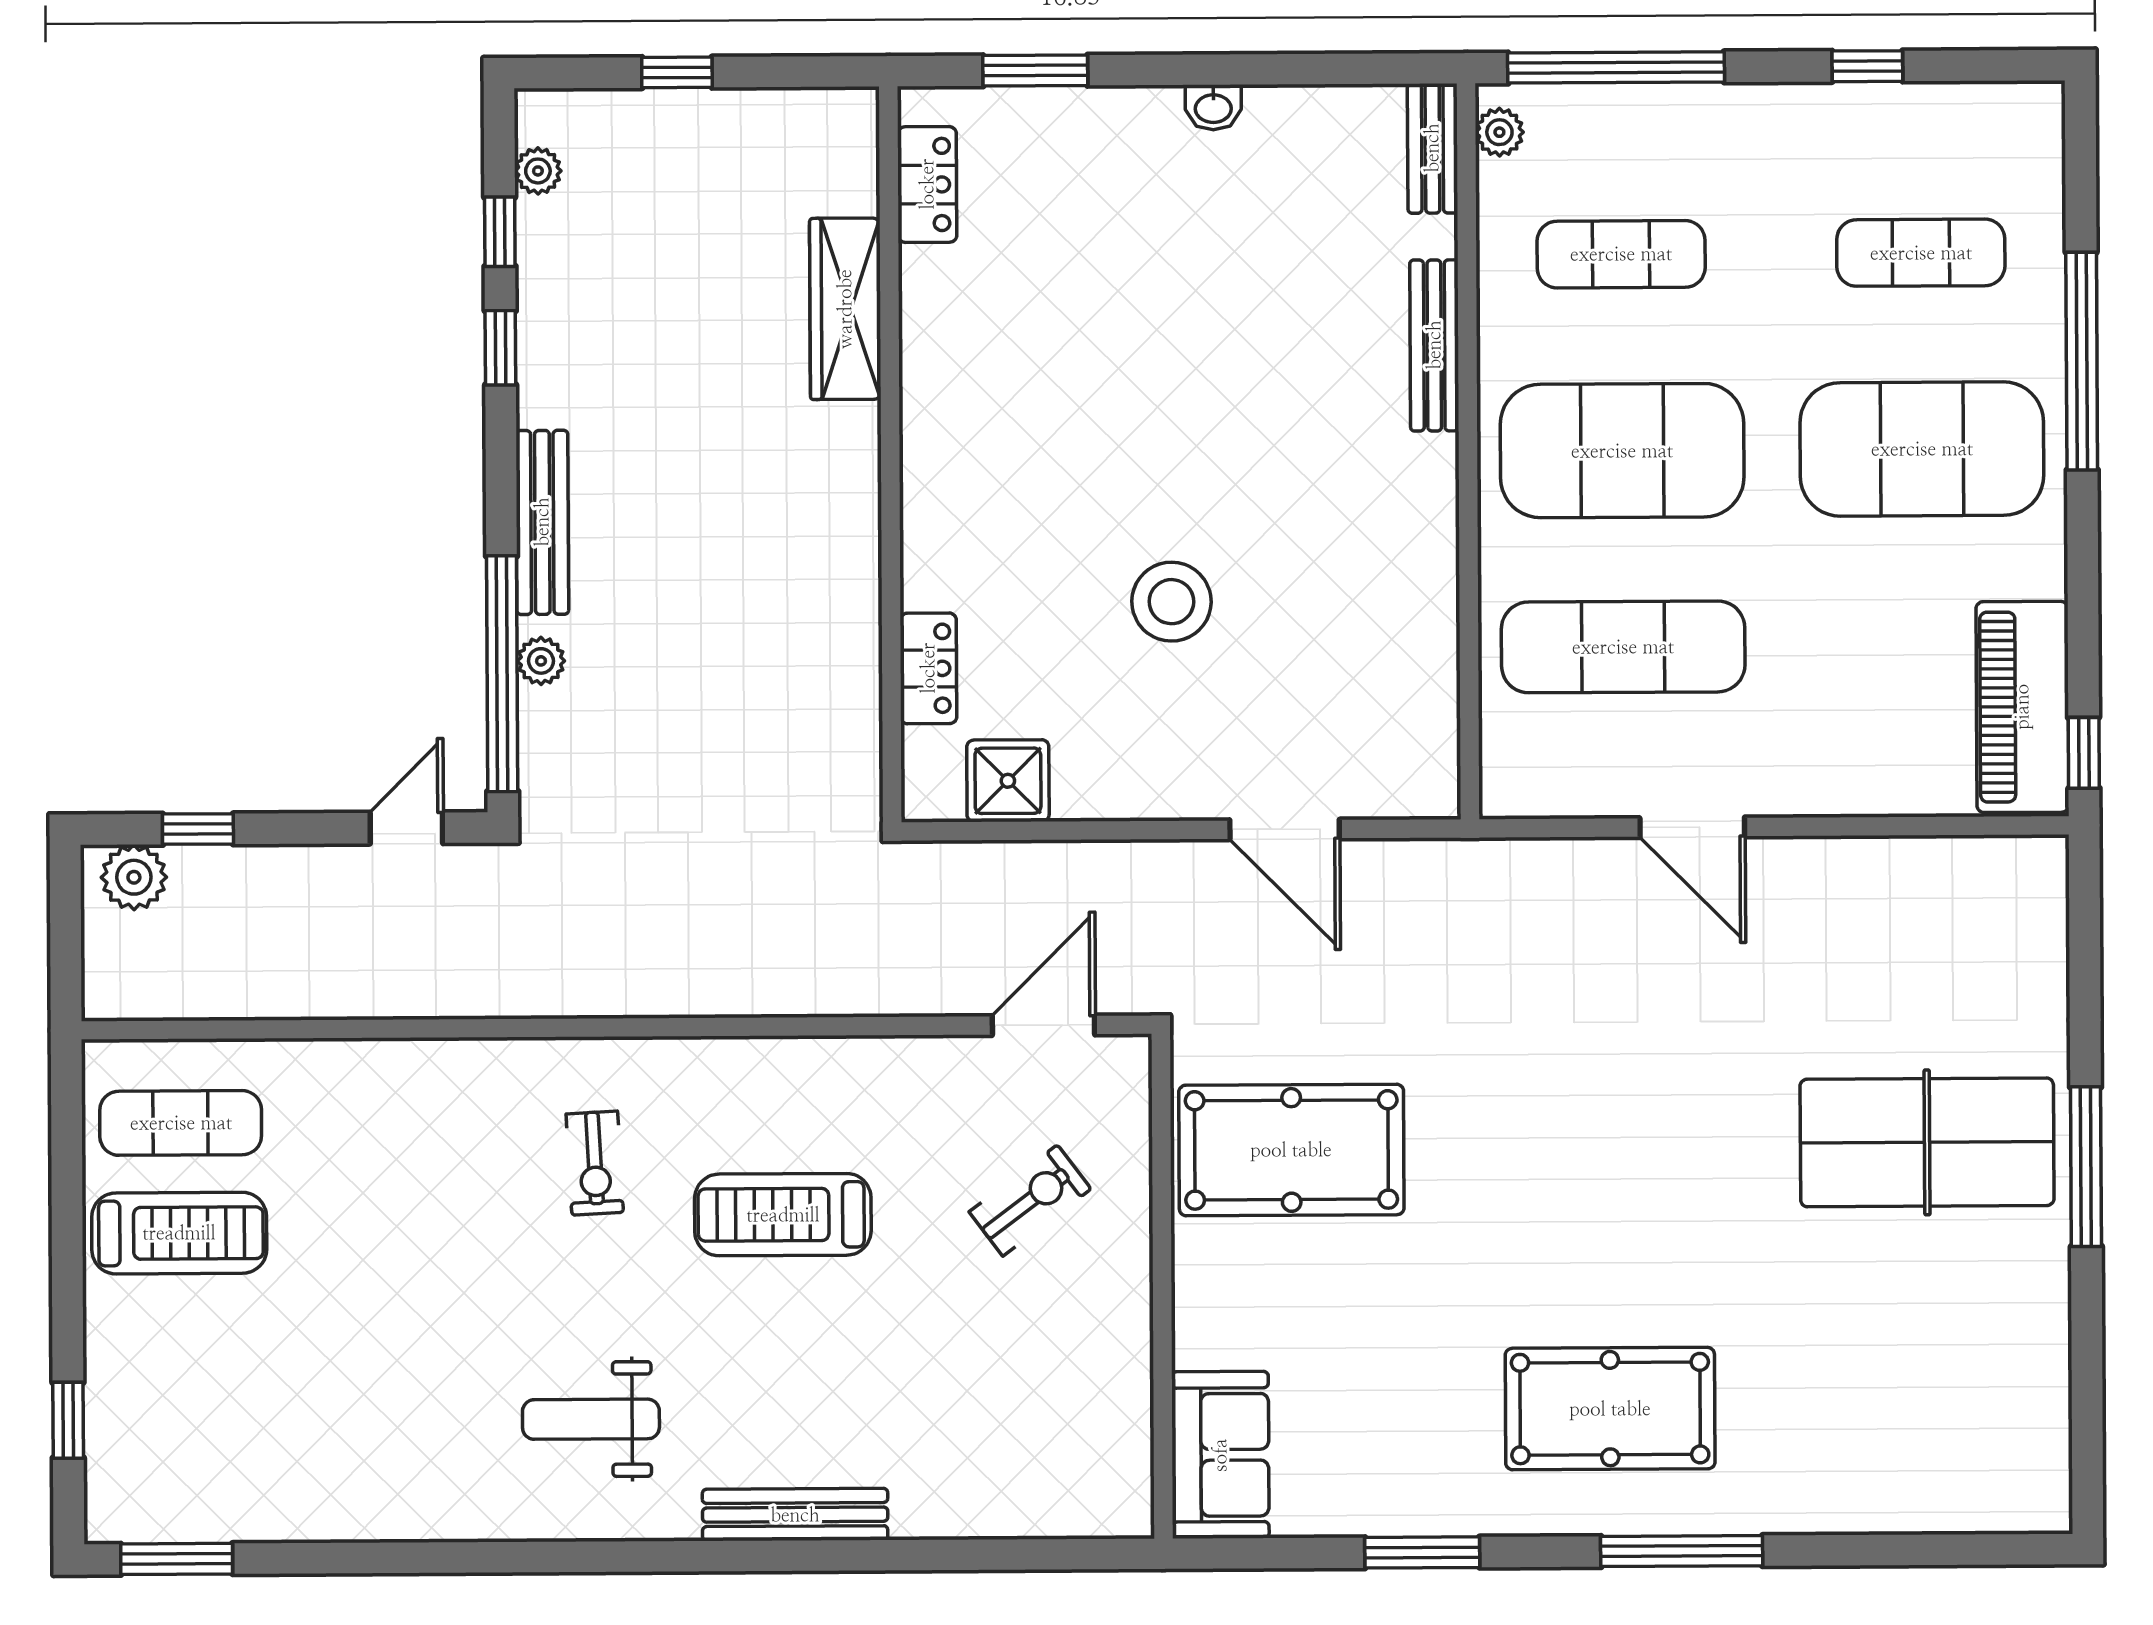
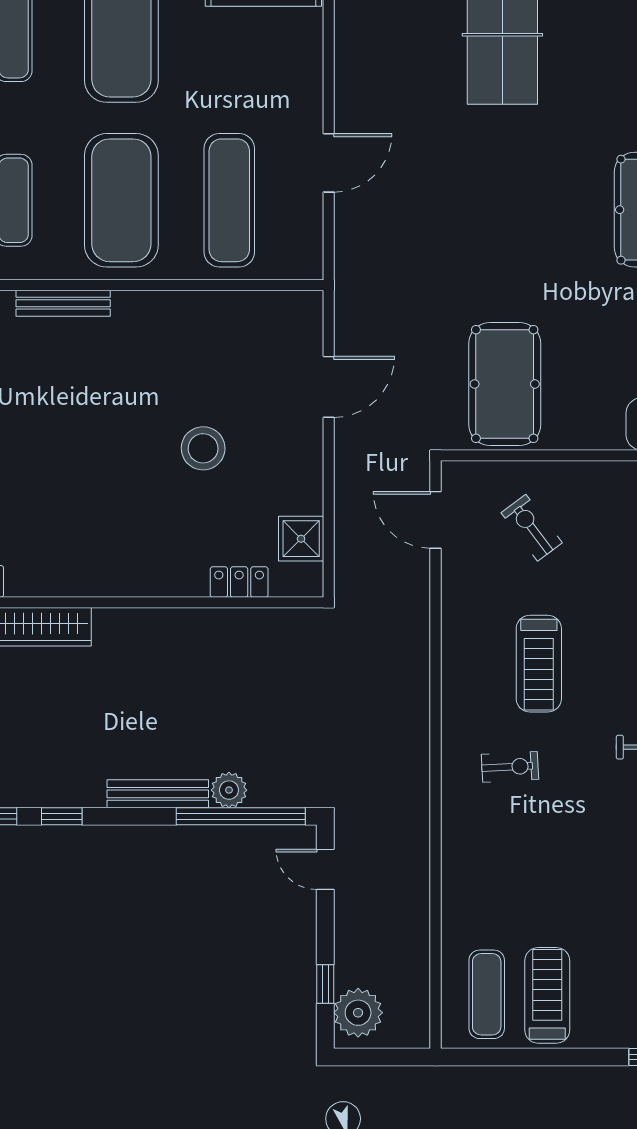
plant: (541, 661) -> (229, 790), width x1.38, depth x1.38
plant: (134, 877) -> (358, 1013), width x1.36, depth x1.36

